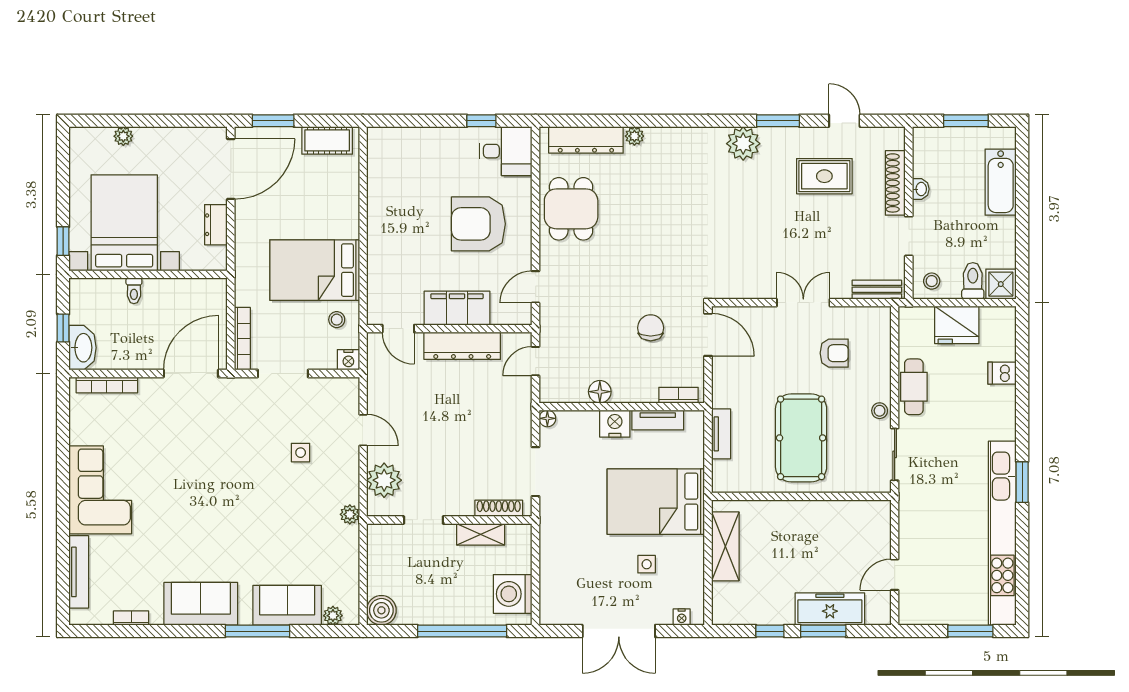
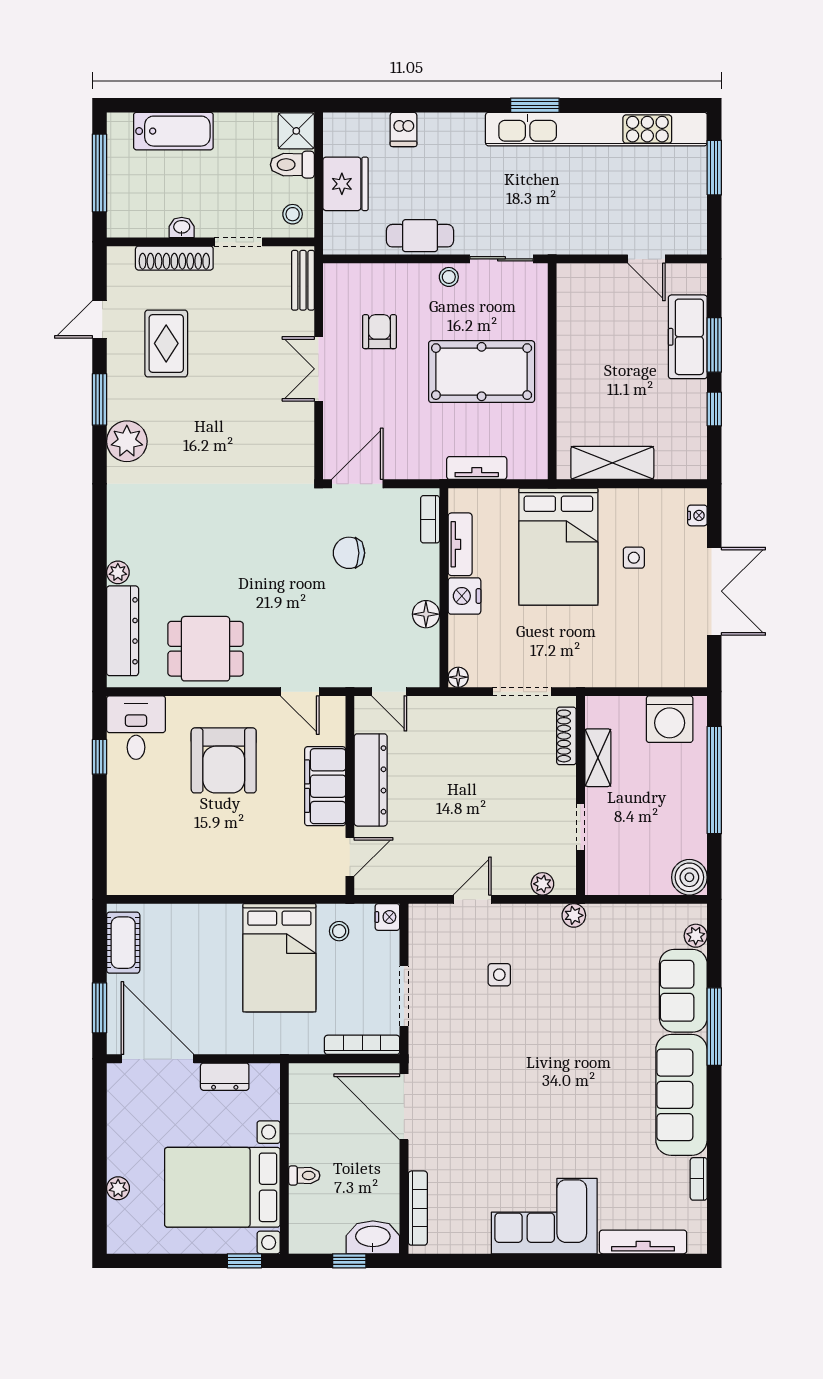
window: (966, 121) -> (99, 173), width x1.44
plant: (384, 480) -> (542, 884), width x0.53, depth x0.53
sofa: (201, 604) -> (681, 1095), width x1.36

